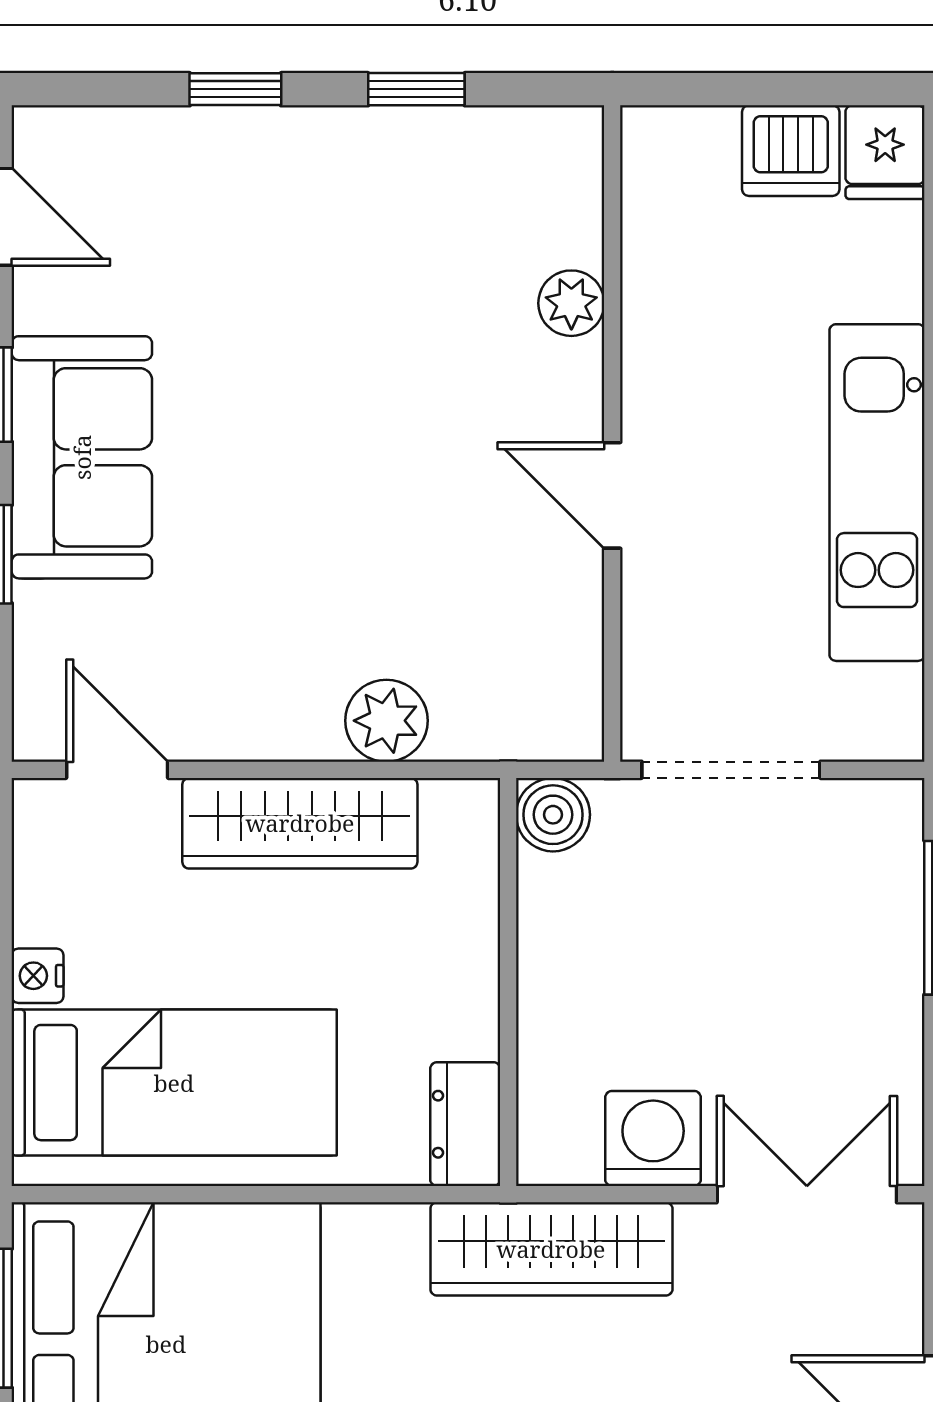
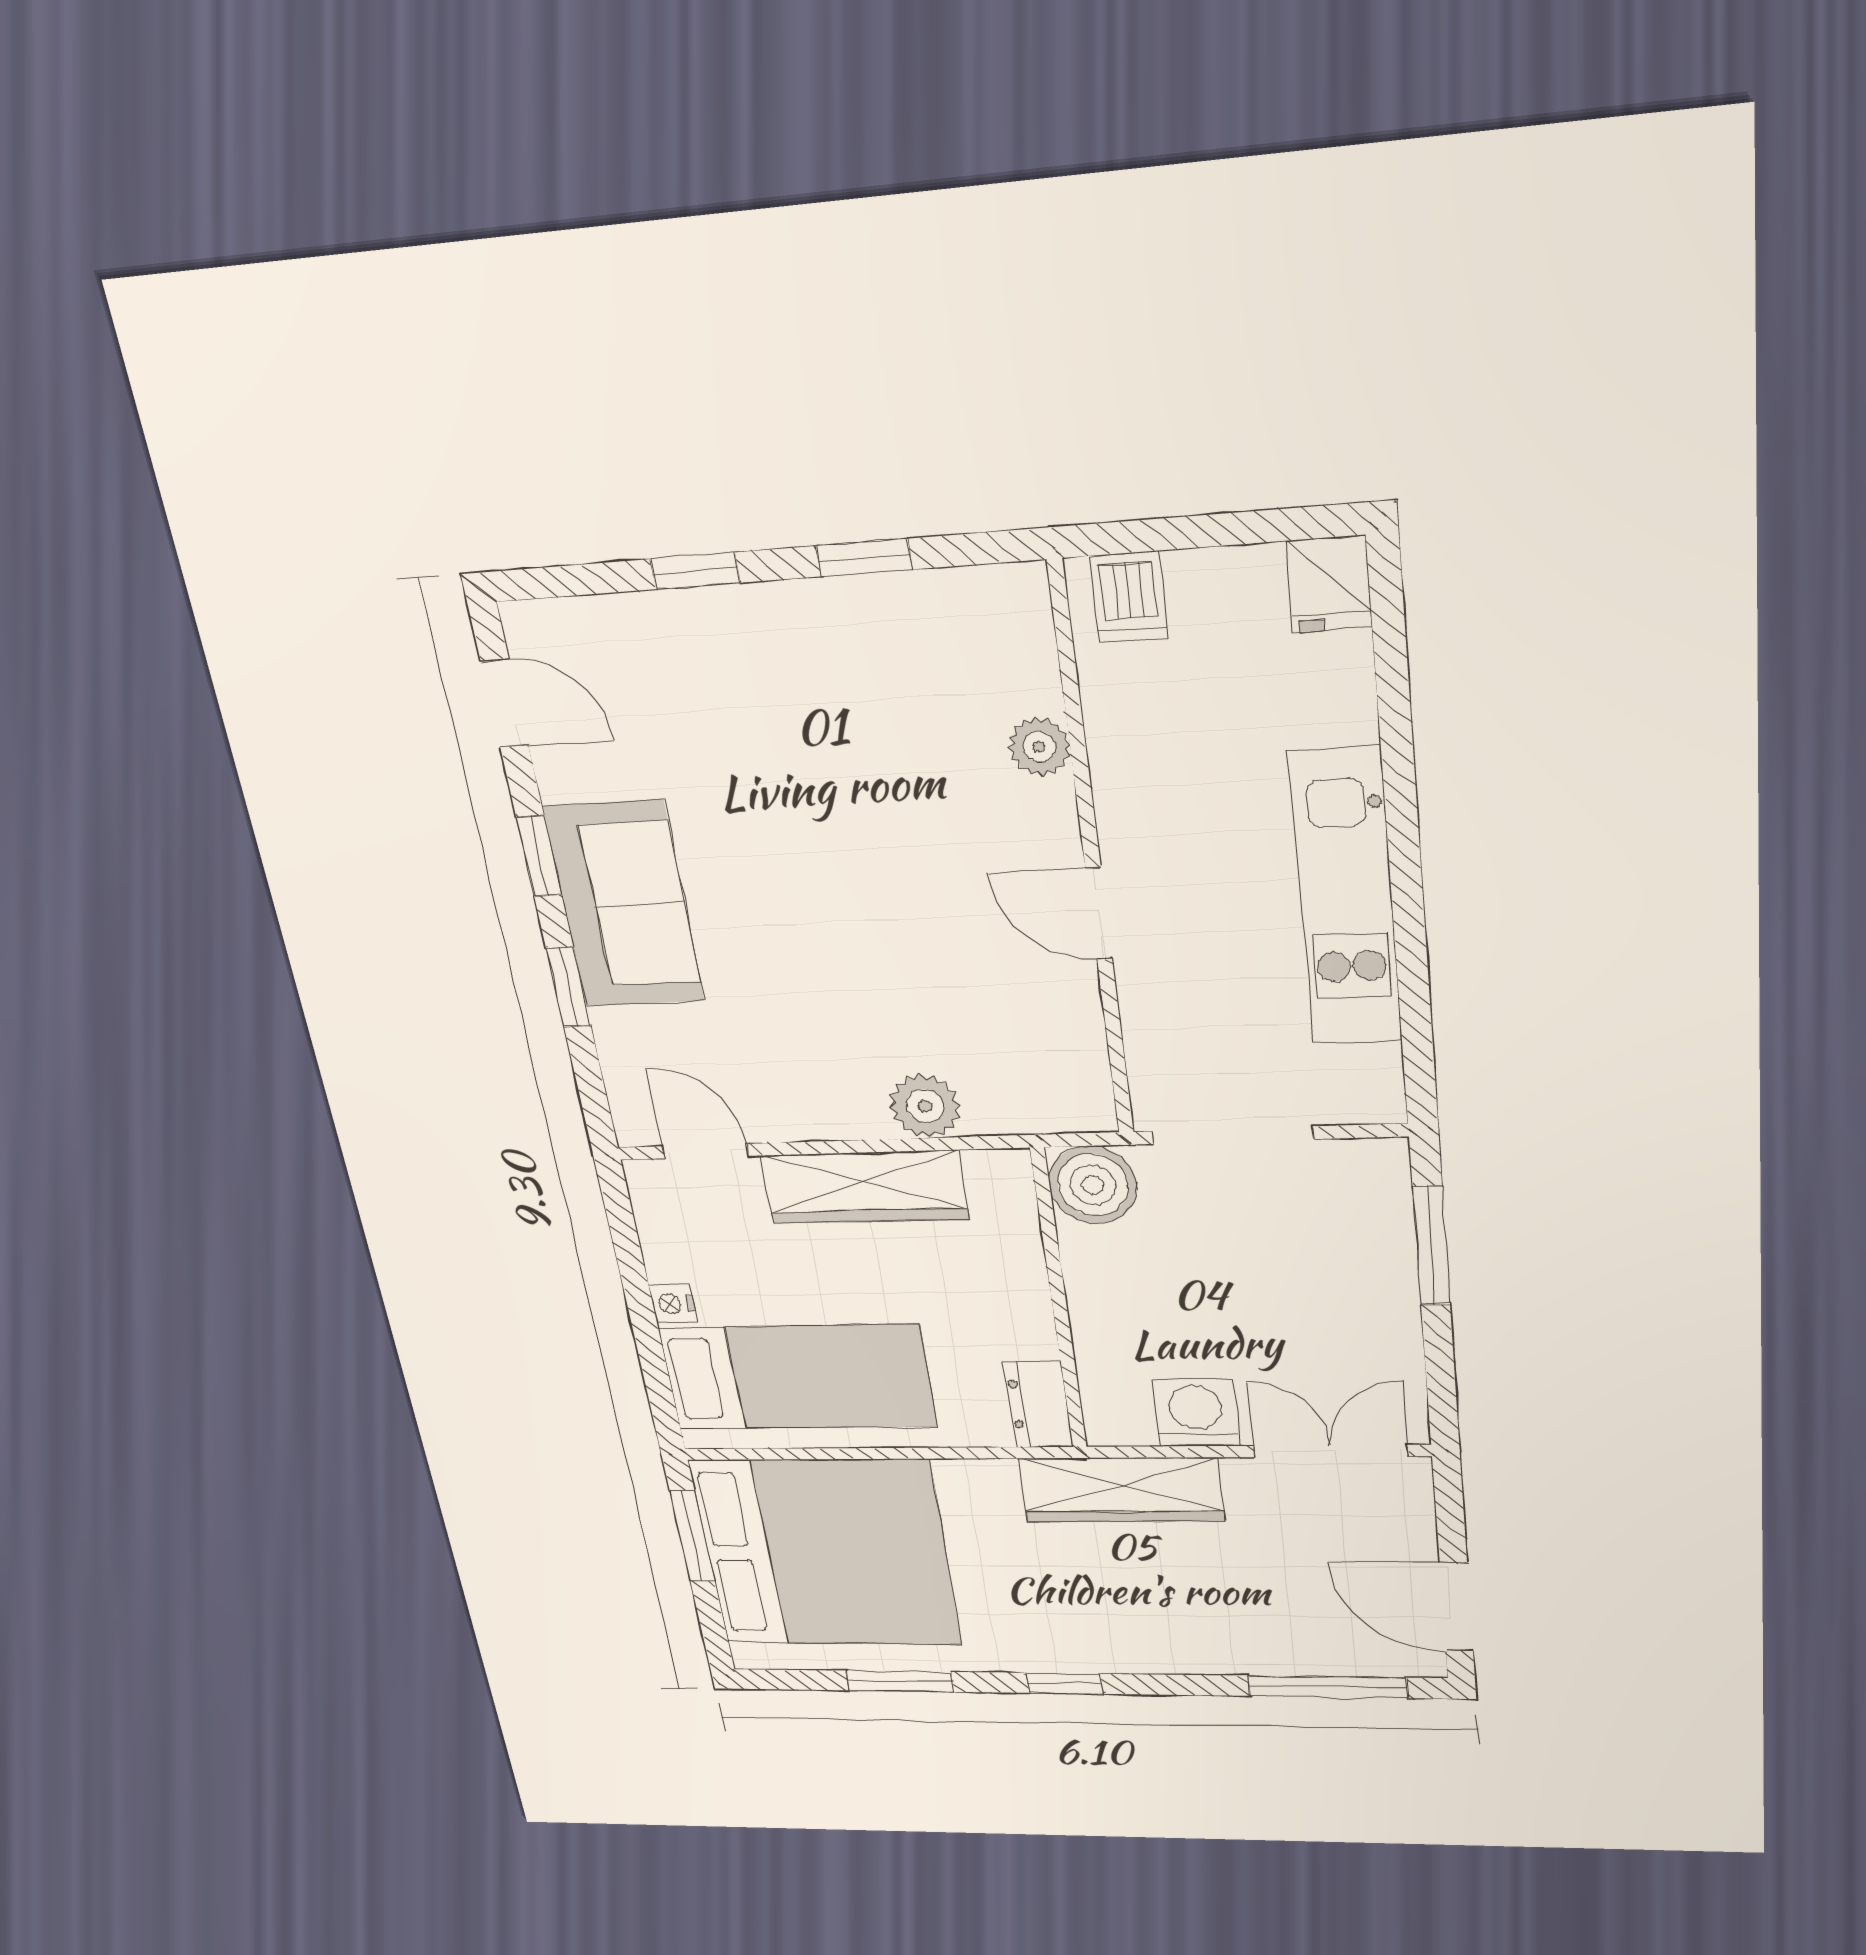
dishwasher: (791, 151) -> (1129, 597), moved, width x0.73
boiler: (553, 815) -> (1093, 1185), width x1.36, depth x1.36

